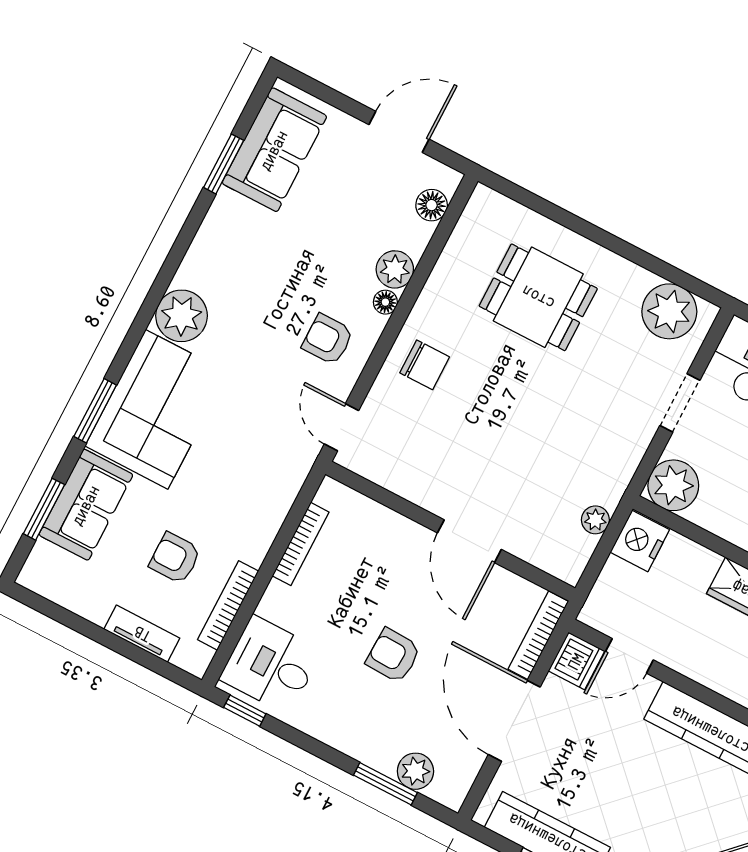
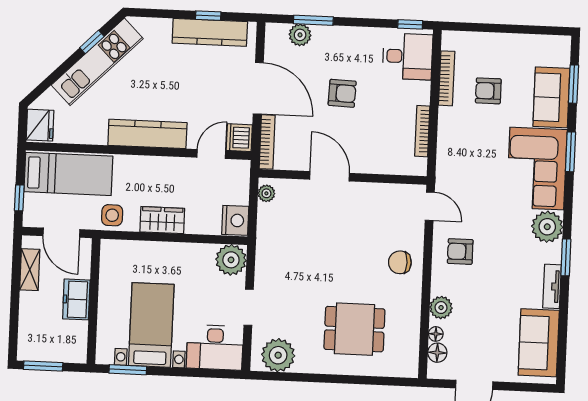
window: (224, 164) -> (566, 257), moved
floor lamp: (385, 302) -> (436, 334), moved
armchair: (328, 339) -> (460, 251), turned 180
plant: (595, 520) -> (266, 193), moved
armchair: (175, 558) -> (488, 91), turned 180
tv unit: (142, 634) -> (552, 286), moved, turned 90

